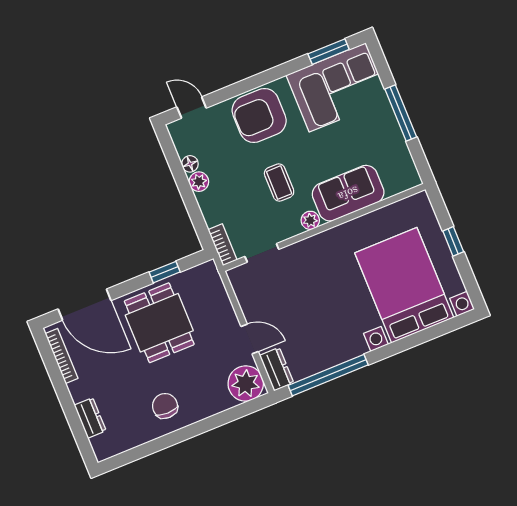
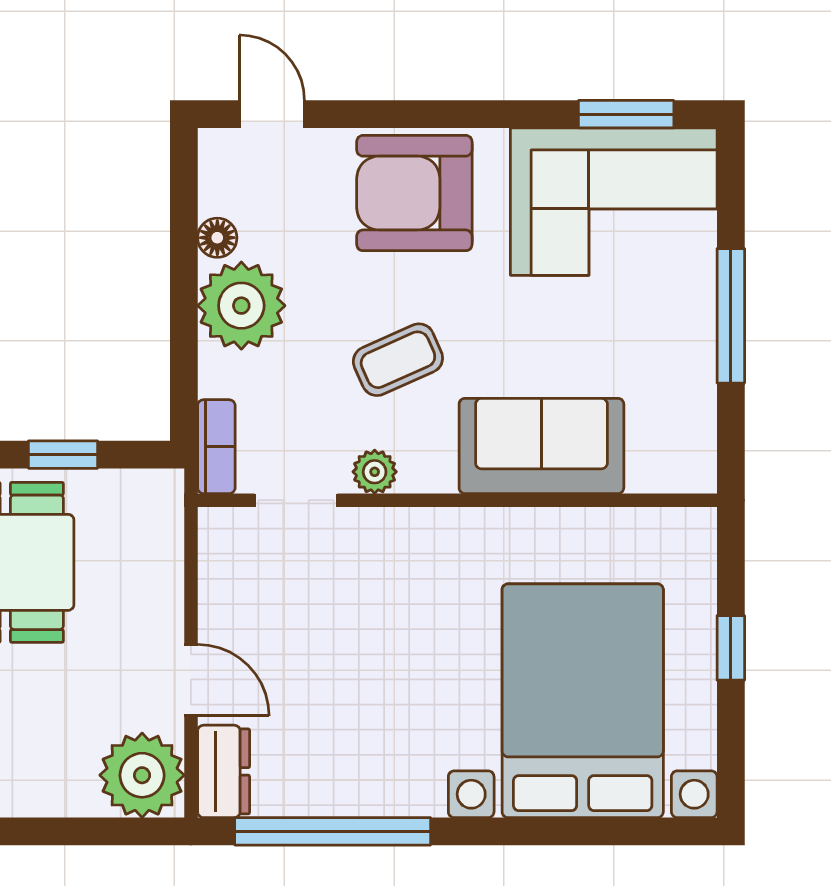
plant: (199, 182) -> (241, 306), width x1.87, depth x1.87
coffee table: (279, 183) -> (398, 360), turned 66
plant: (310, 220) -> (375, 472), moved

